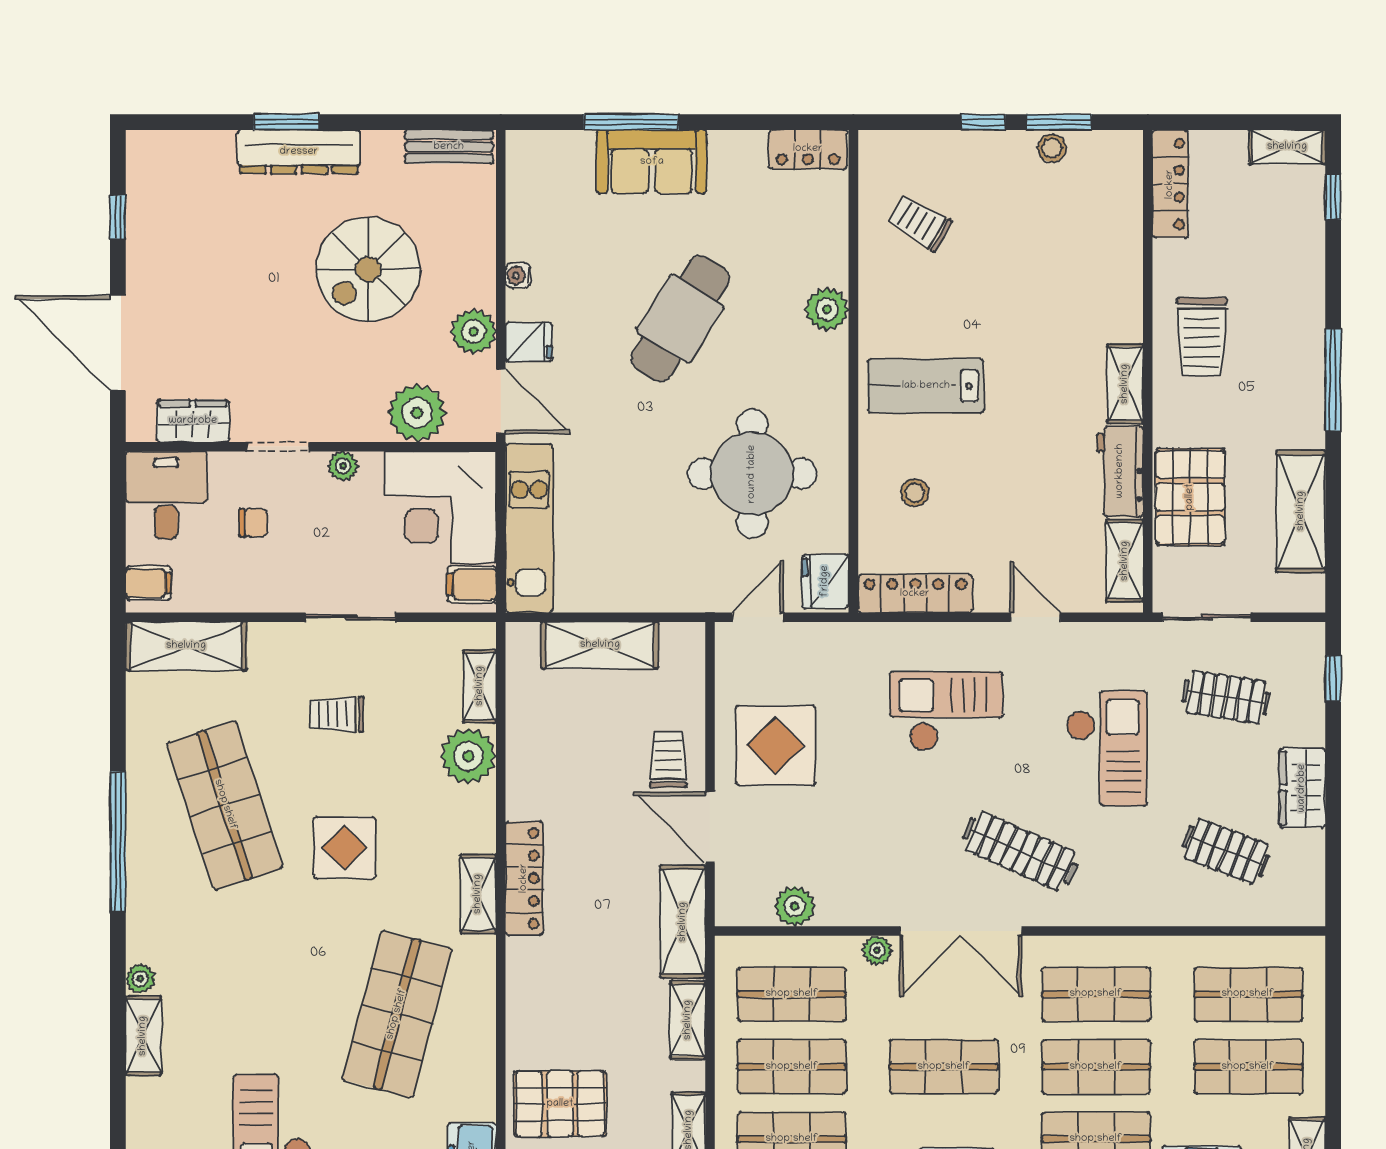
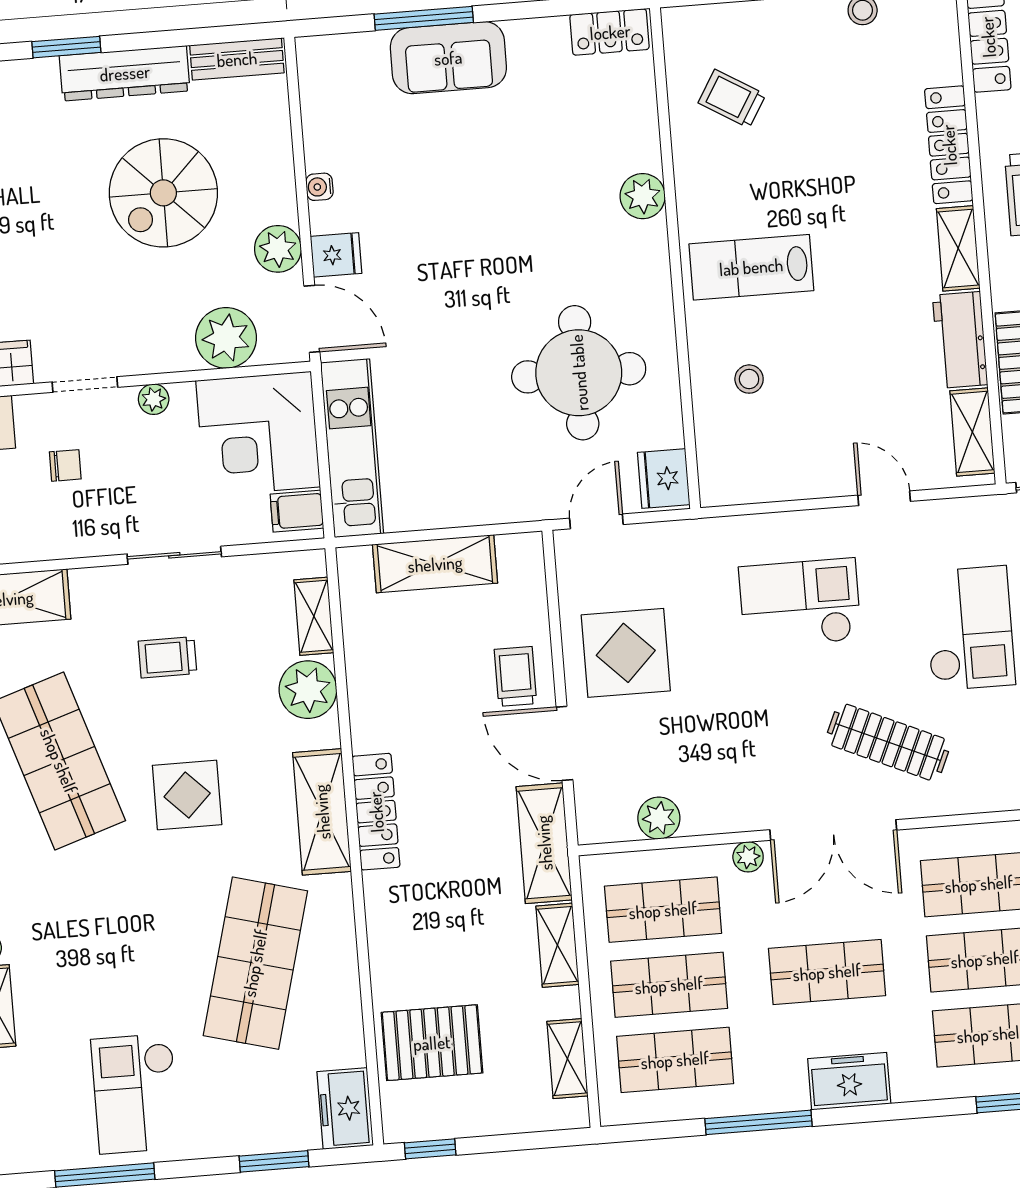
dresser: (299, 152) -> (125, 73), moved
cafe table: (680, 319) -> (491, 218), removed
locker: (915, 594) -> (949, 145), moved, turned -90
shelving: (478, 894) -> (322, 812), width x1.50, depth x1.33

